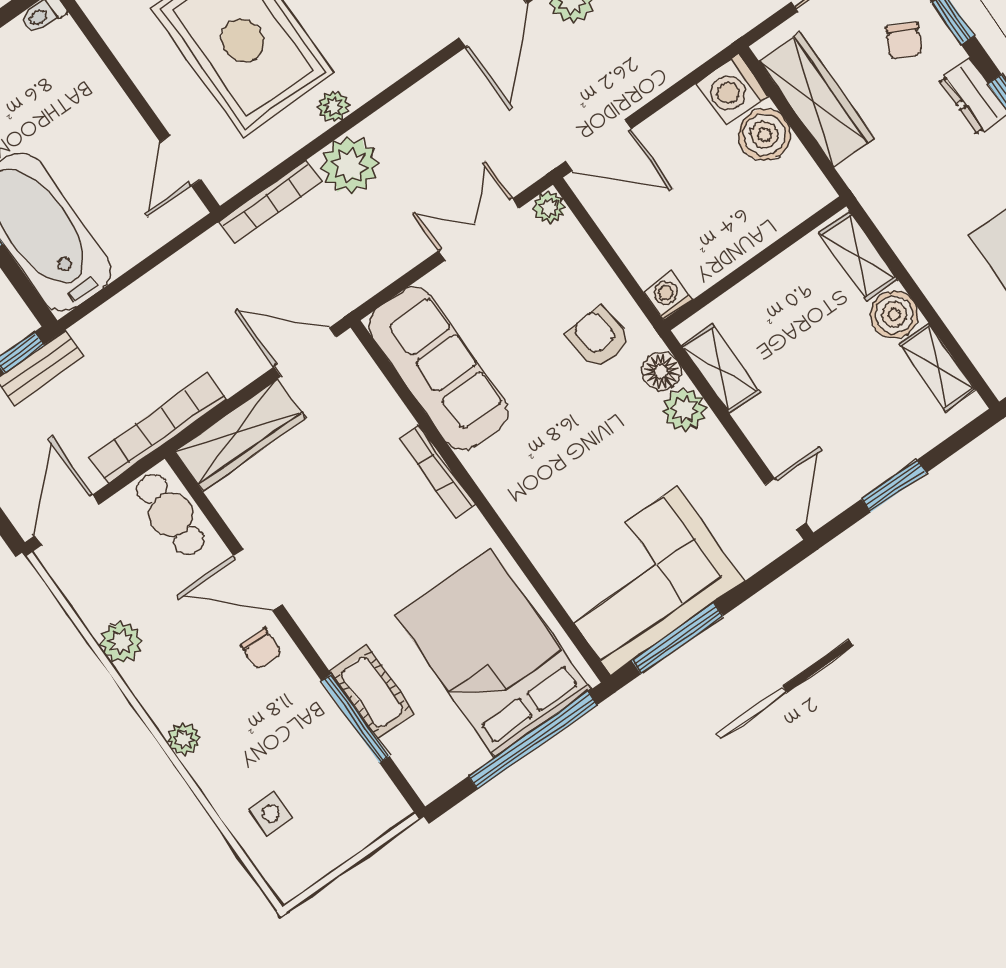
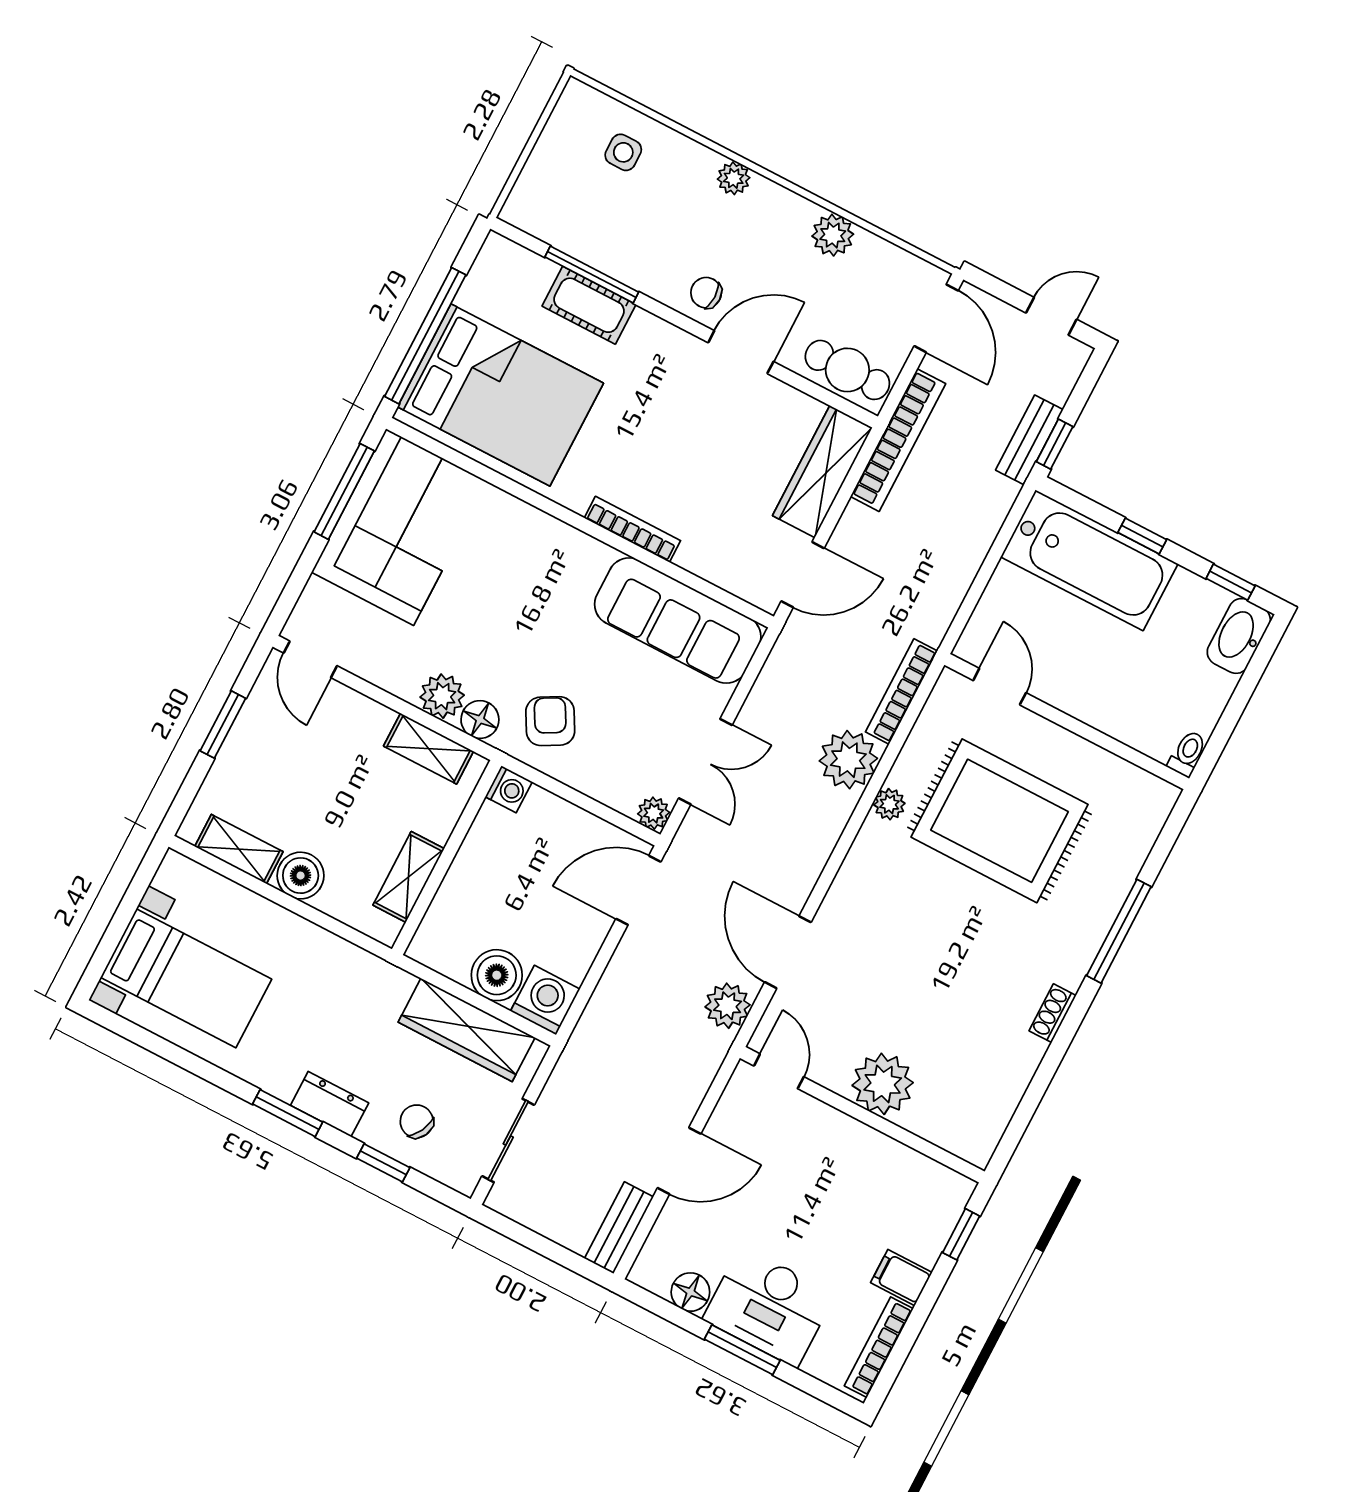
shelving: (858, 256) -> (409, 877), moved, turned 90
armchair: (599, 337) -> (550, 721), turned -113

